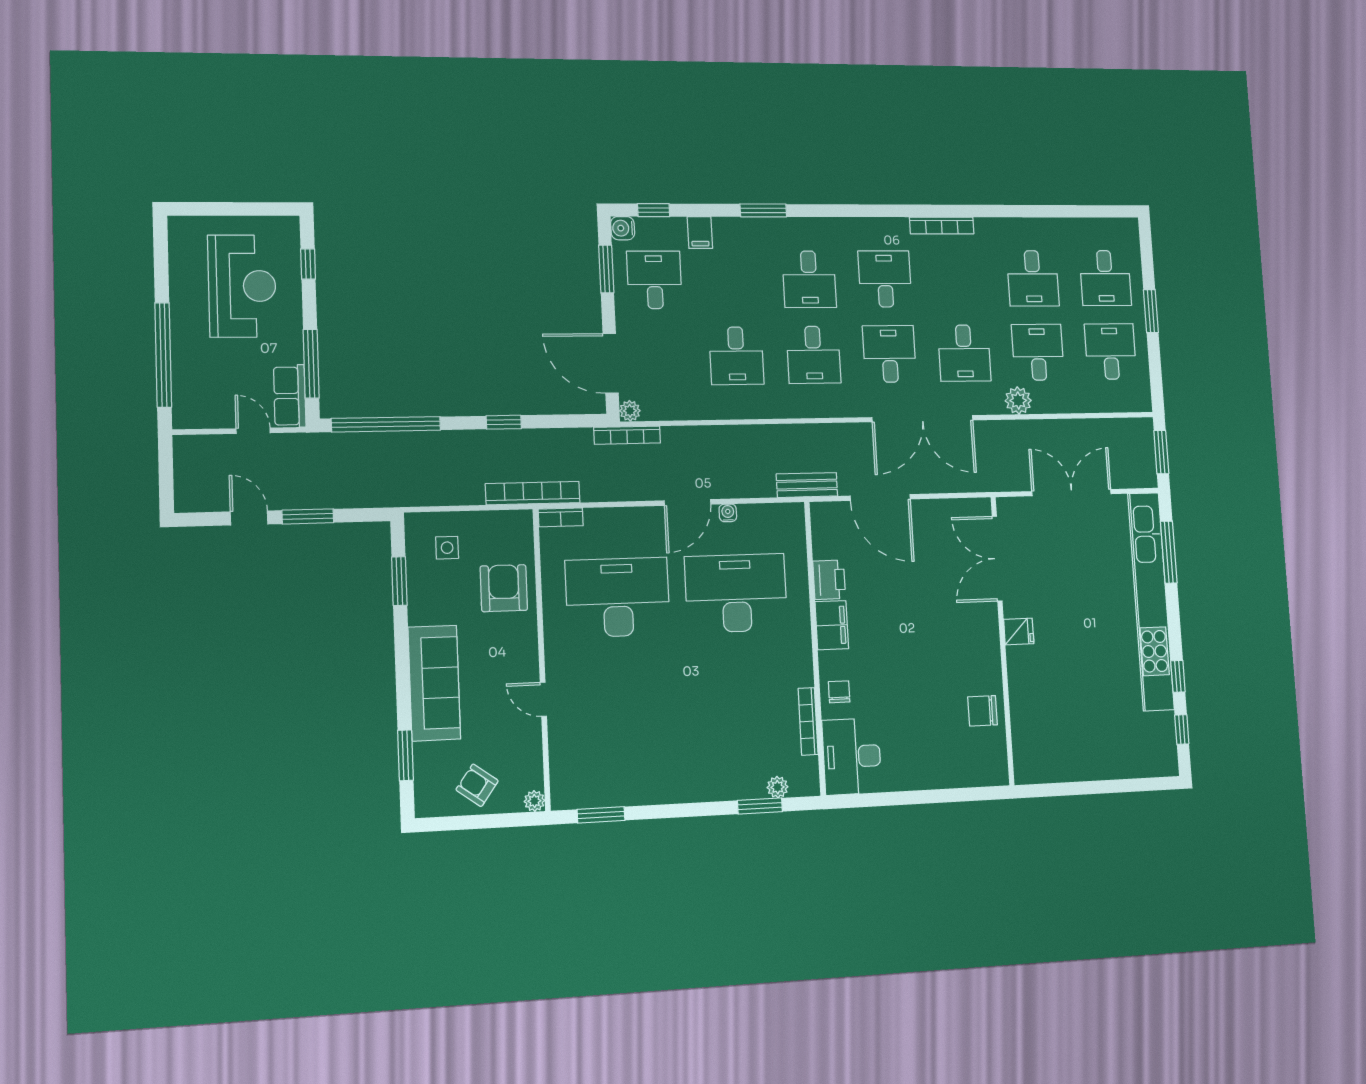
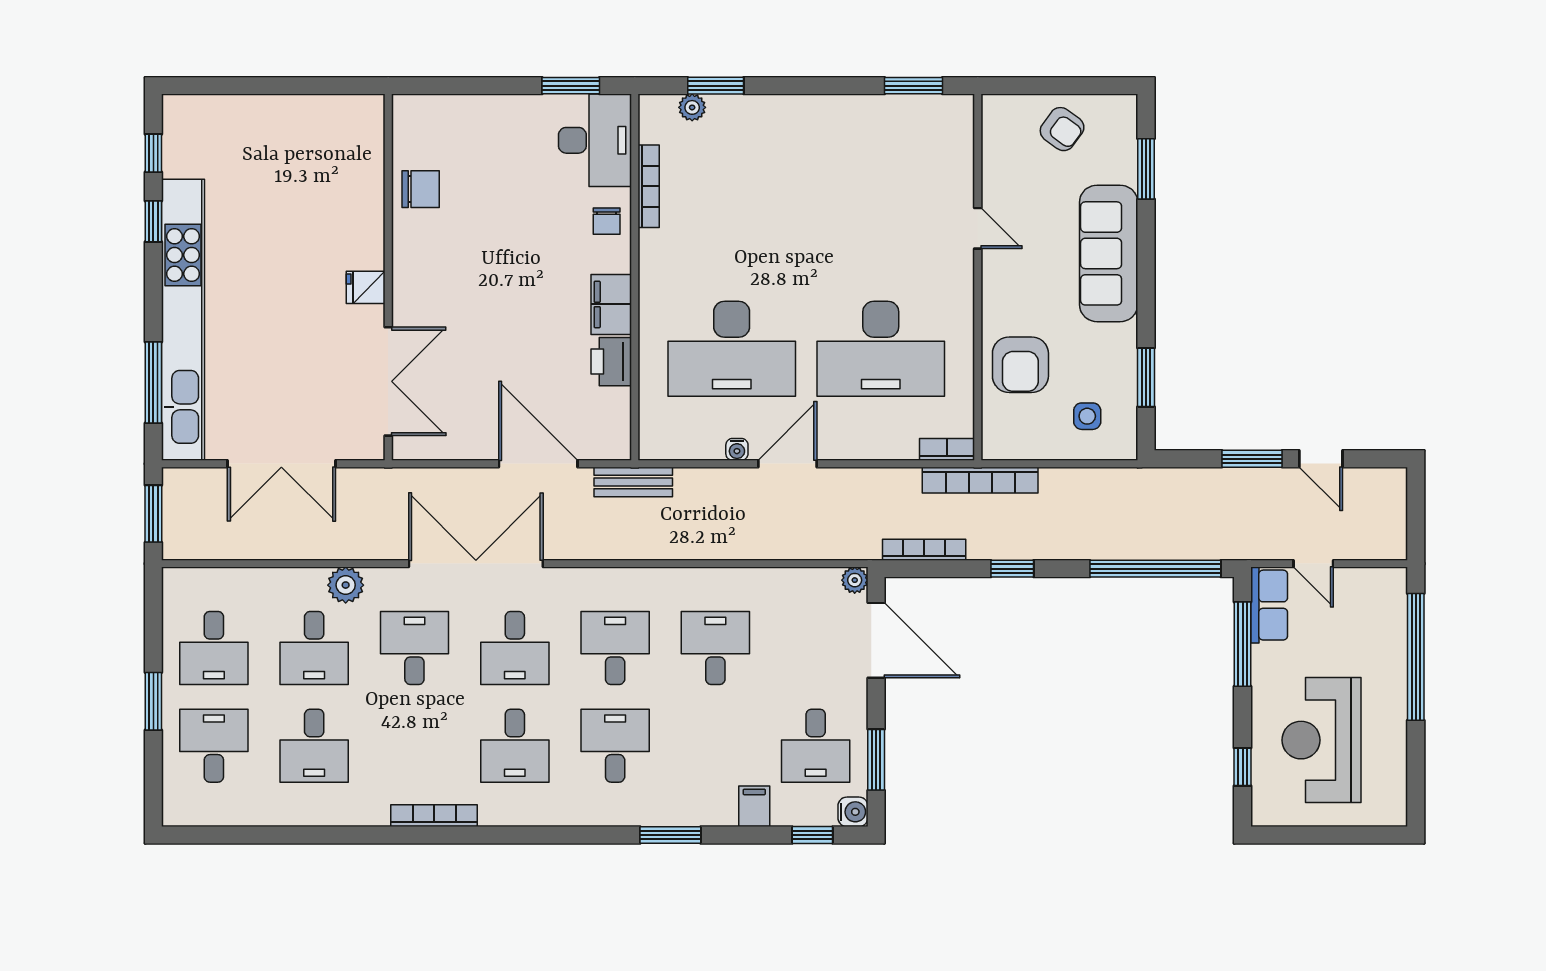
desk: (1033, 278) -> (314, 746), turned 180
bookcase: (627, 435) -> (924, 550), moved
window: (873, 800) -> (571, 86), added
plant: (534, 801) -> (994, 107), removed

